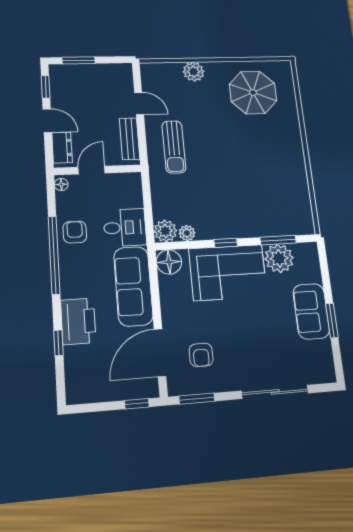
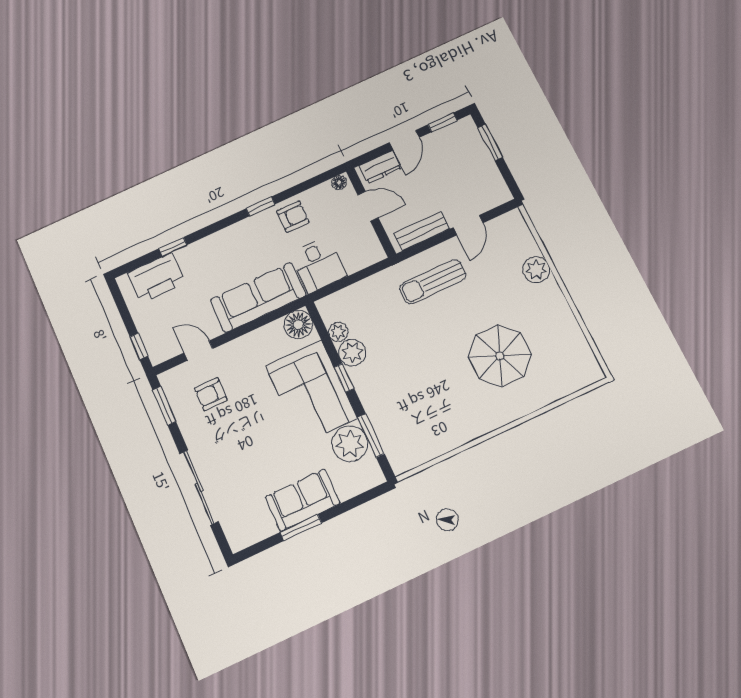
parasol: (253, 93) -> (500, 356), moved
plant: (165, 231) -> (352, 353), moved
window: (54, 255) -> (261, 206), width x0.32
printer: (78, 321) -> (156, 278), moved
door: (160, 353) -> (198, 351), width x0.53

